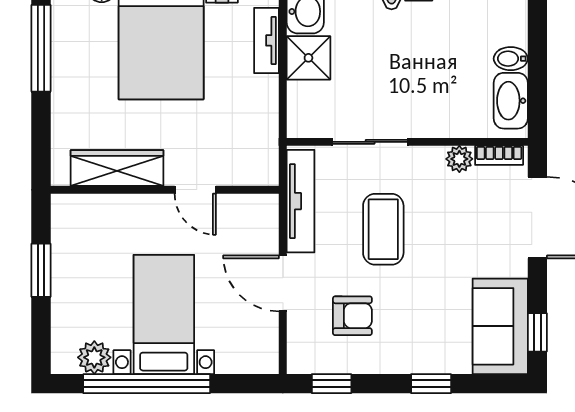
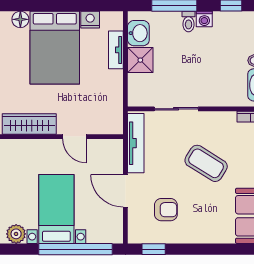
plant: (459, 159) -> (228, 119), removed
coffee table: (383, 229) -> (206, 163), moved, turned -58
window: (147, 384) -> (75, 249), moved
window: (431, 384) -> (211, 249), removed

